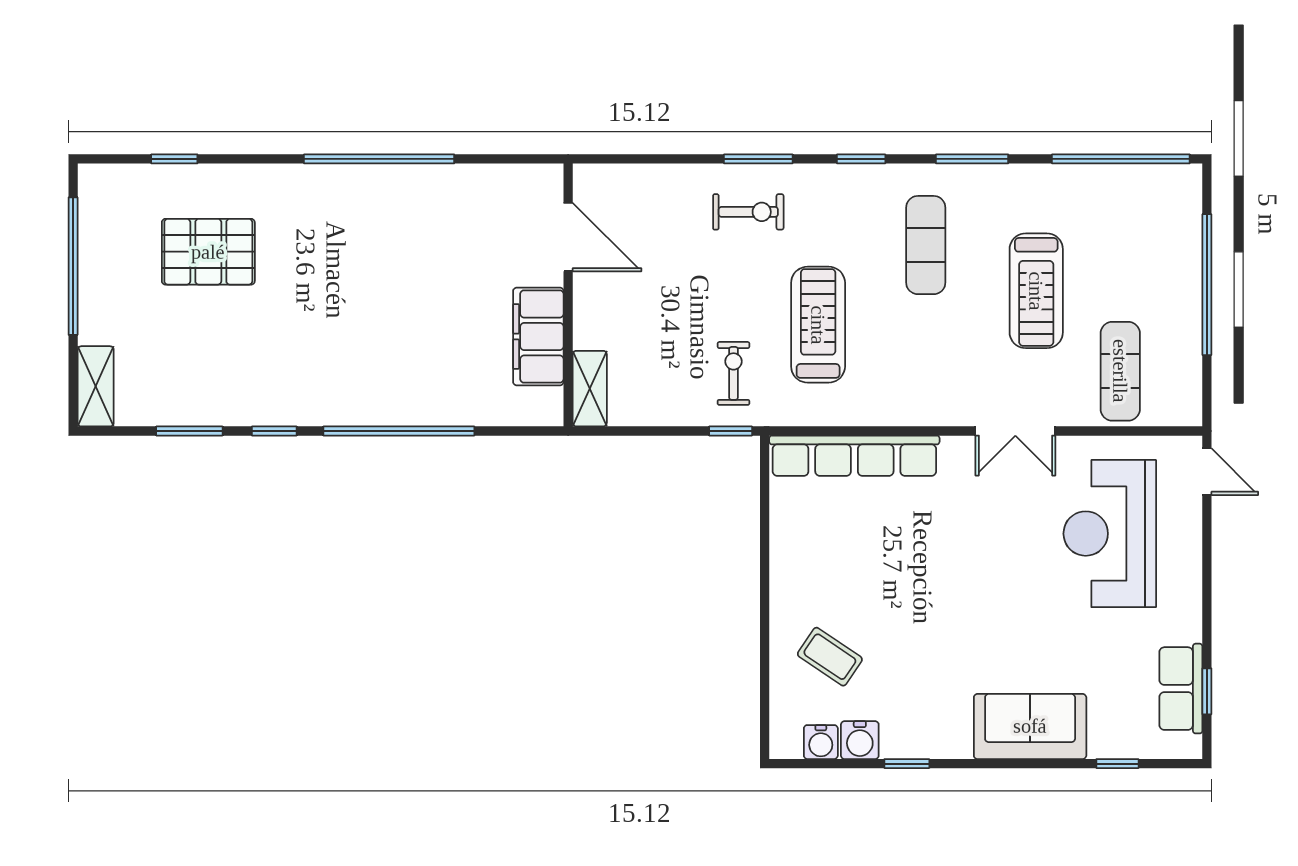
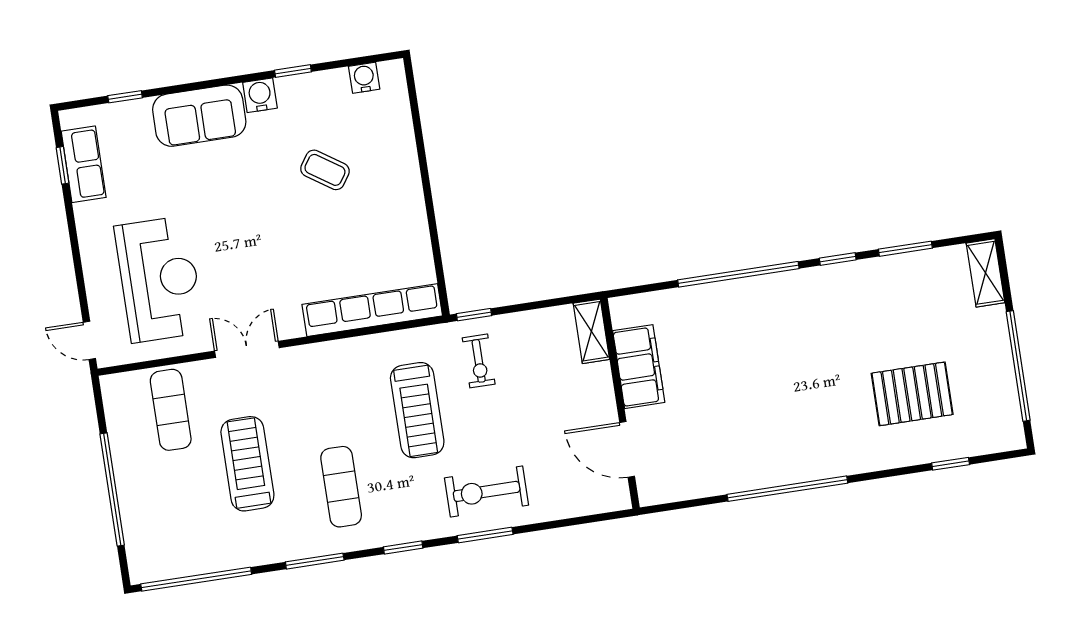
exercise bike: (748, 212) -> (487, 491), width x1.38, depth x1.39
coffee table: (830, 657) -> (325, 170), moved
water cooler: (860, 740) -> (260, 95), moved

